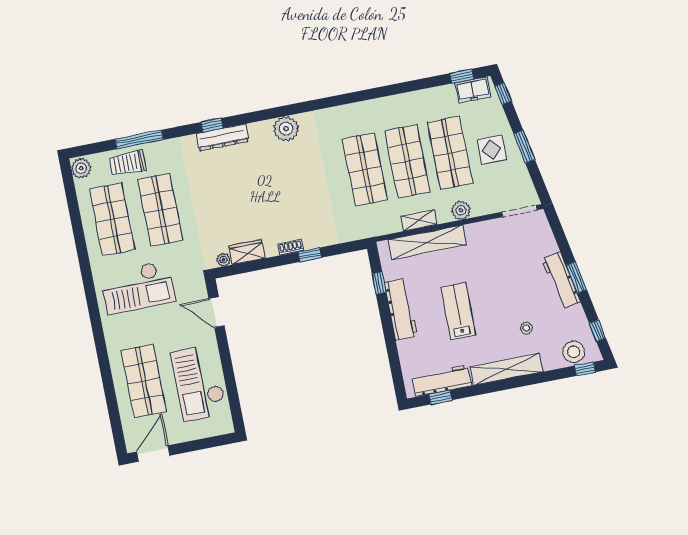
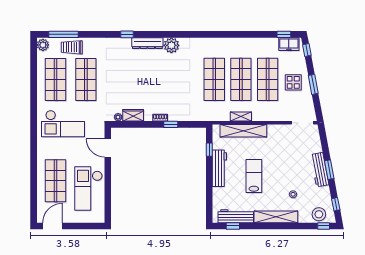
dresser: (222, 137) -> (147, 43), moved
window: (139, 139) -> (63, 34), moved
plant: (461, 210) -> (267, 115), removed

